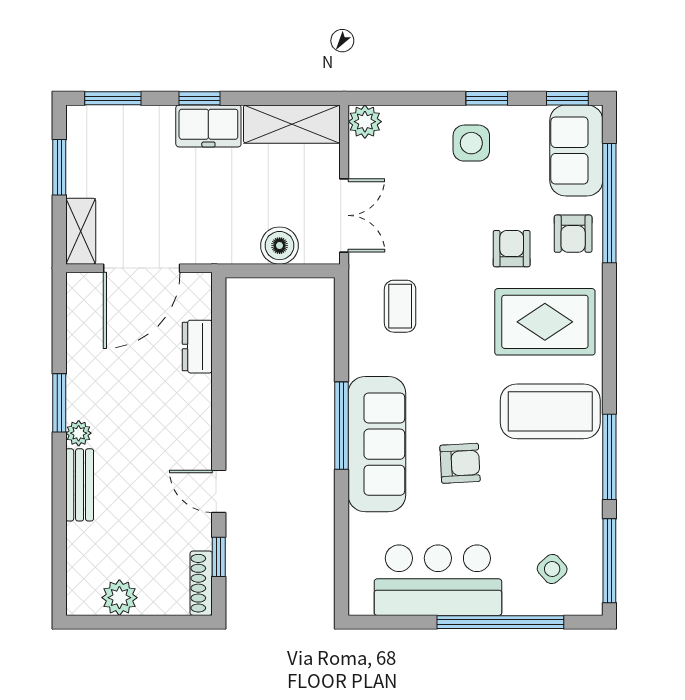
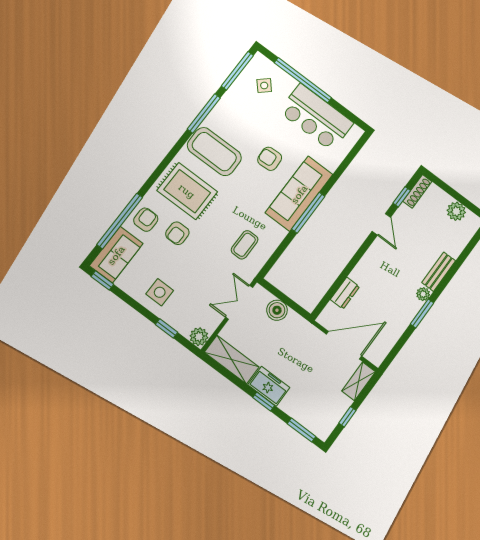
window: (487, 98) -> (166, 328), moved
window: (59, 167) -> (347, 417), width x0.67

